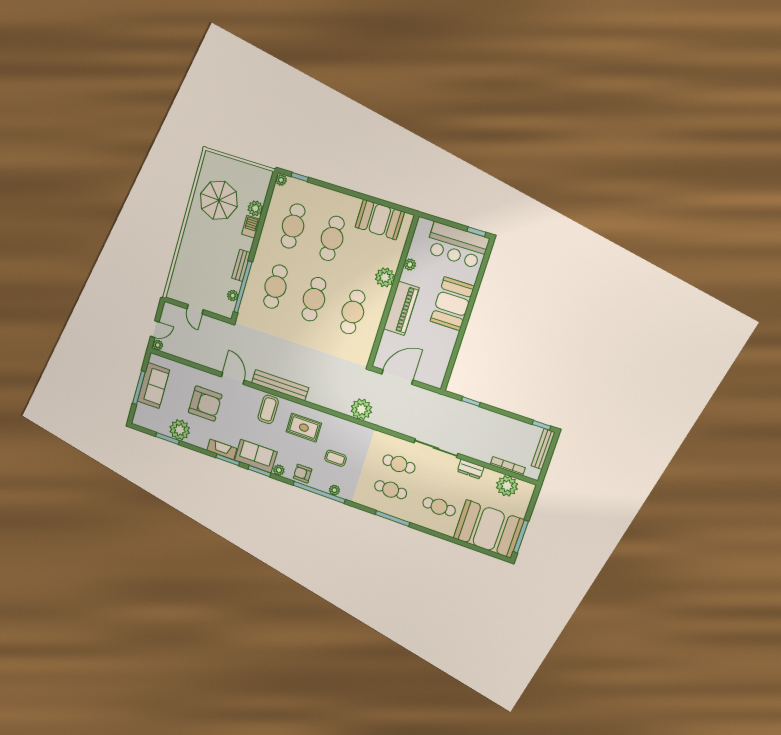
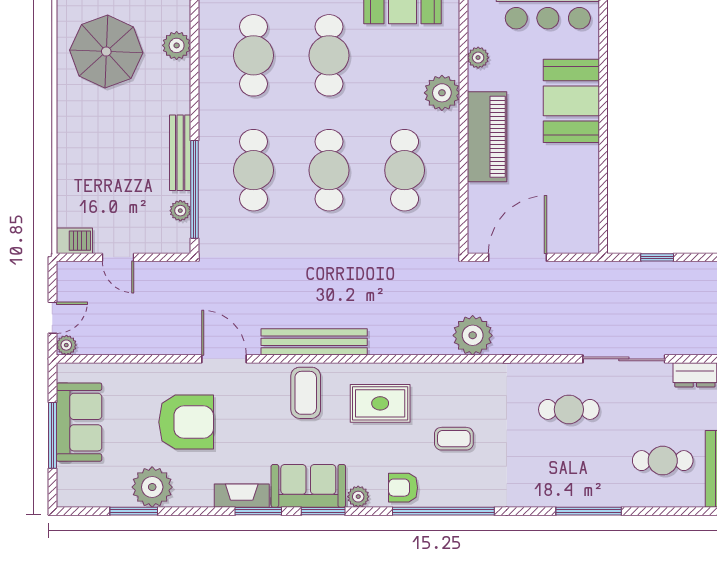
barbecue: (251, 227) -> (74, 241), moved, turned 90
bench: (241, 265) -> (180, 153), width x1.36
plant: (334, 490) -> (470, 497), removed
cafe table: (391, 490) -> (569, 461), removed

